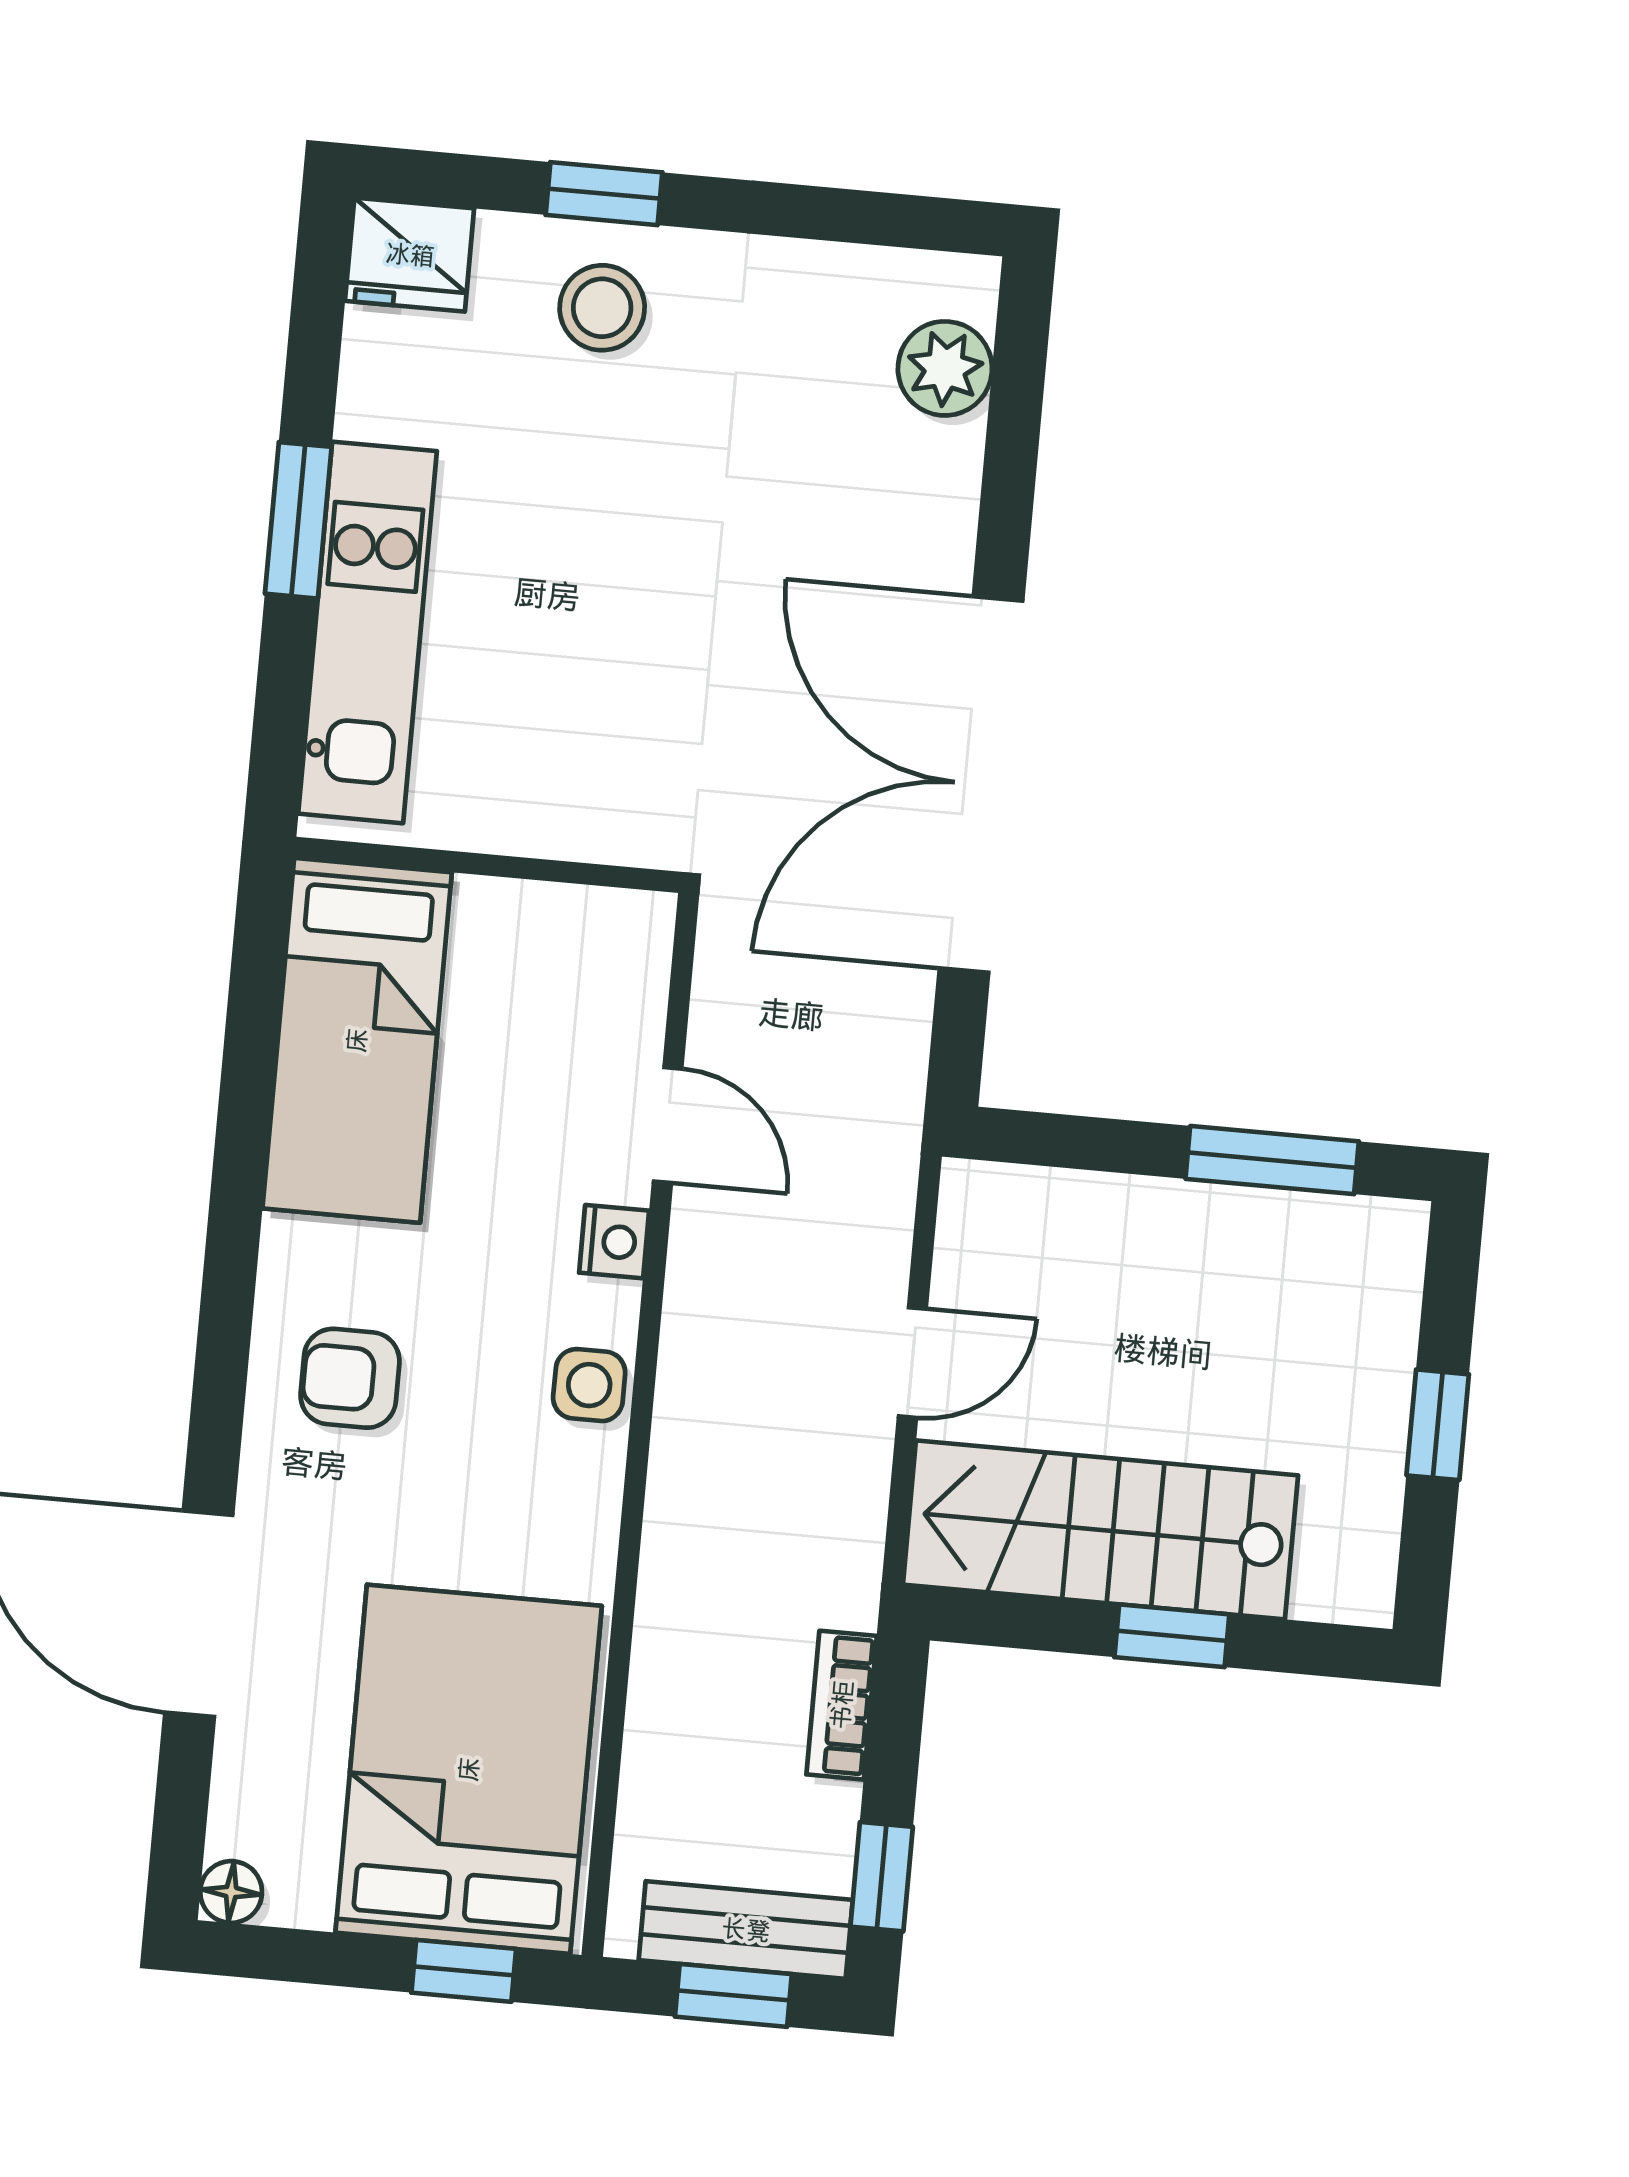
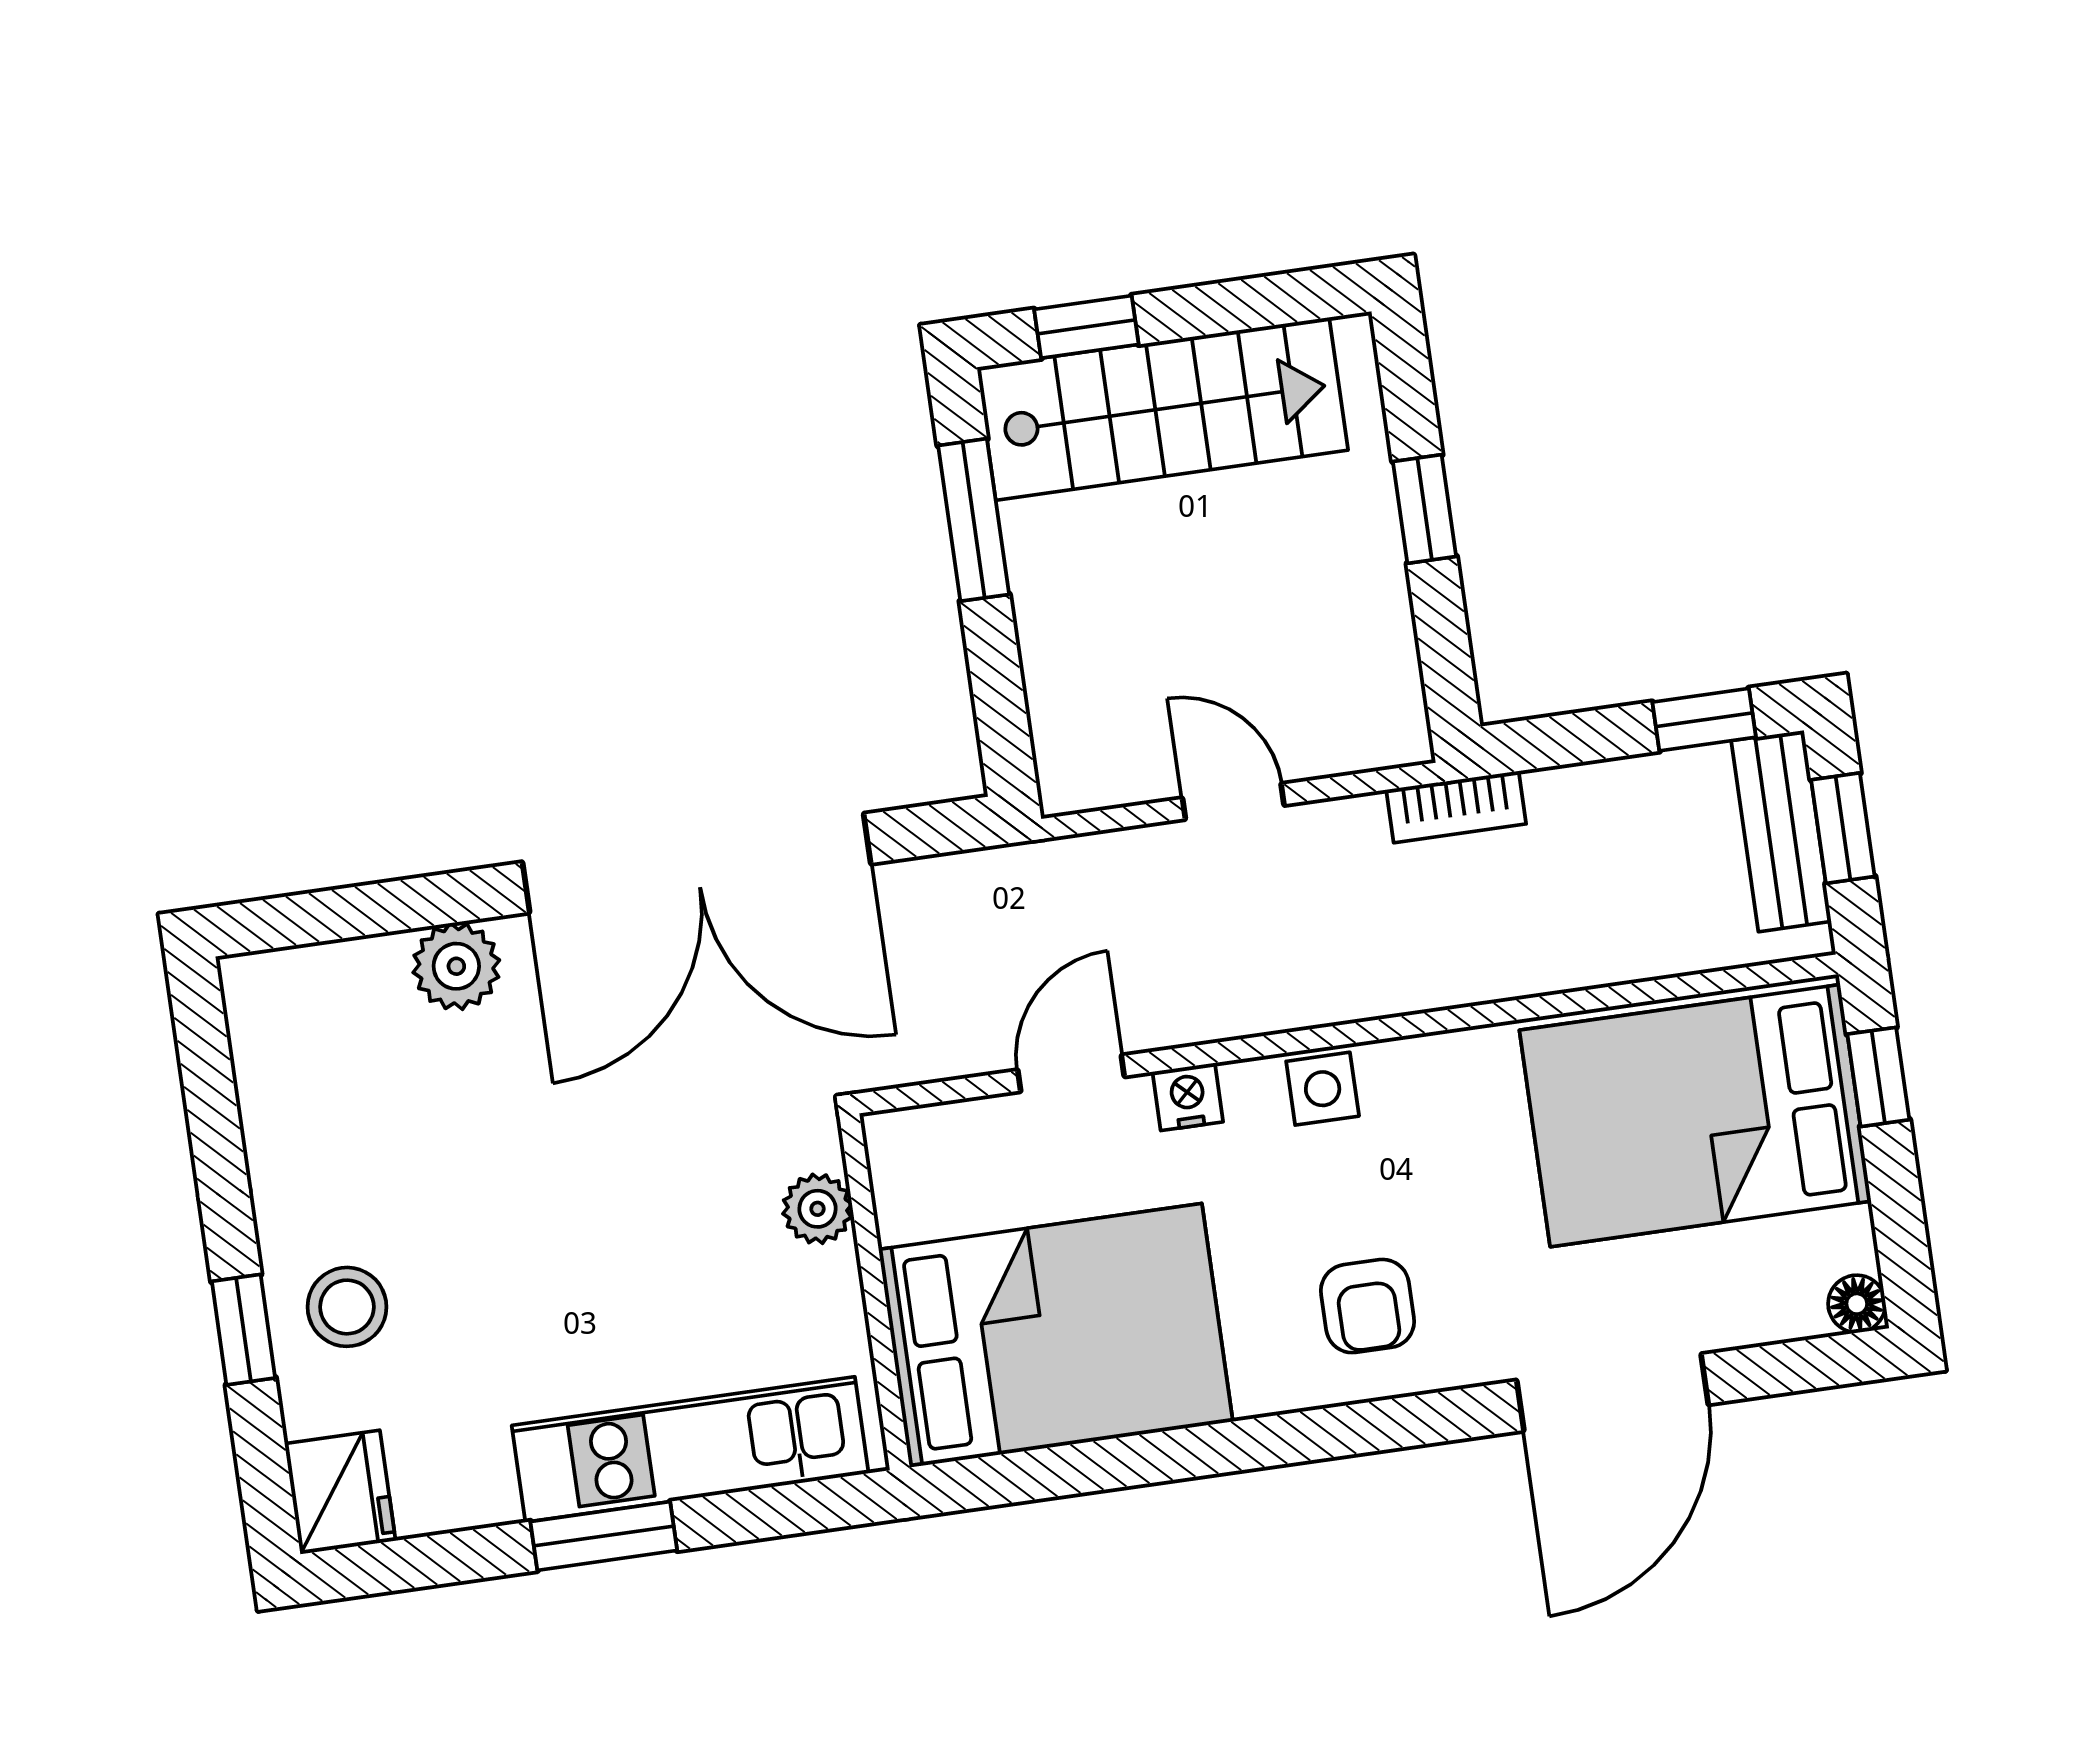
plant: (945, 368) -> (456, 966), moved
plant: (588, 826) -> (818, 1209), added
bed: (357, 1040) -> (1056, 1335), width x1.50
window: (1438, 1425) -> (1086, 327), moved
stairs: (1100, 1530) -> (1162, 409), moved, turned -90
bookcase: (842, 1705) -> (1456, 807), moved

